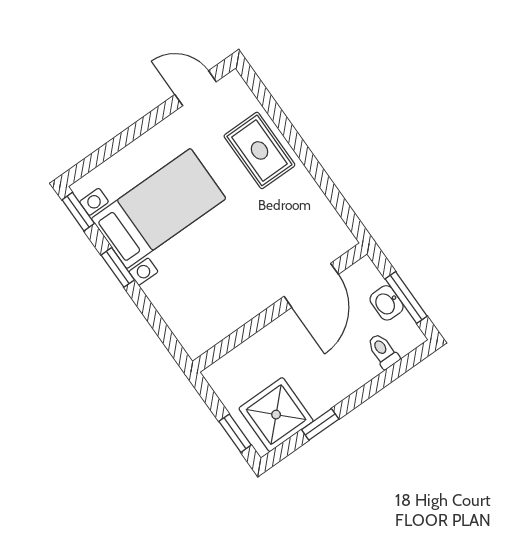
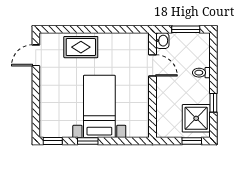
bed with nightstands: (159, 209) -> (99, 106), moved
door: (311, 285) -> (153, 65), width x0.73
washbasin: (387, 303) -> (162, 41), moved, turned -90
toilet: (383, 351) -> (201, 73), moved

